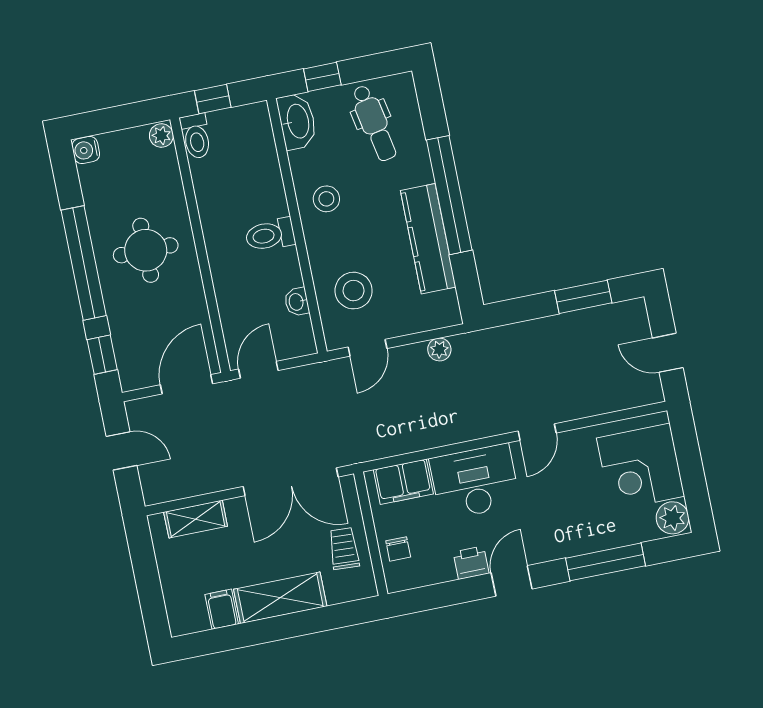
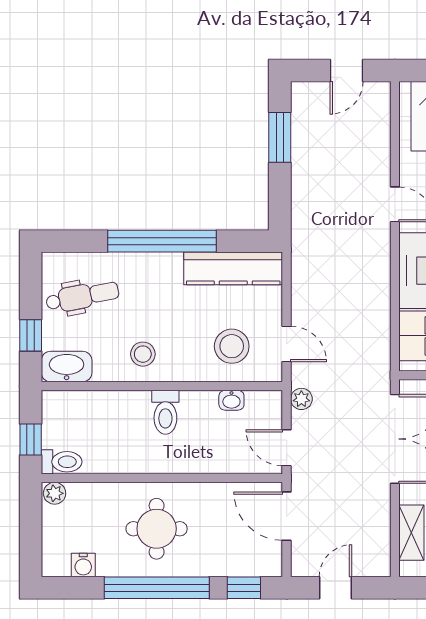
water cooler: (86, 150) -> (83, 565), moved
kitchen counter: (428, 239) -> (233, 268), moved
plant: (439, 349) -> (301, 399), moved

